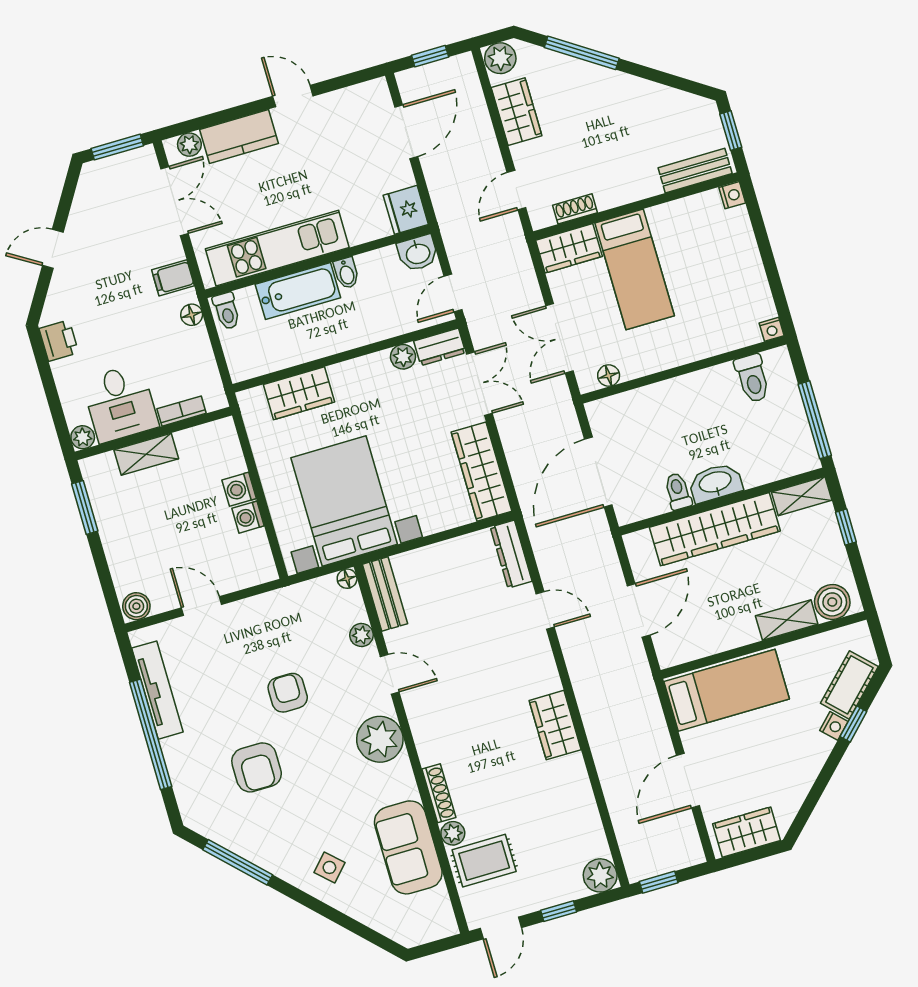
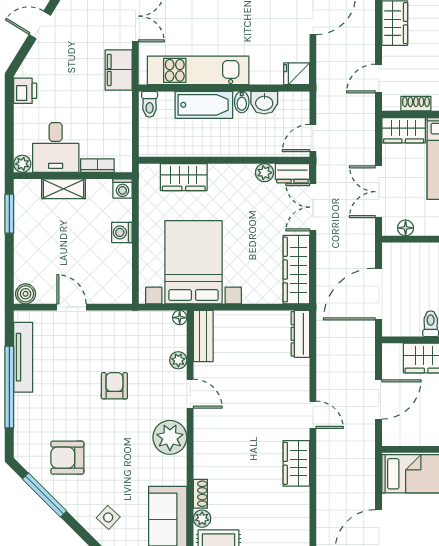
fridge: (406, 210) -> (297, 74), width x0.72
washbasin: (418, 253) -> (264, 103), moved
filing cabinet: (173, 278) -> (119, 70), width x2.00
floor lamp: (192, 315) -> (124, 100), removed
double door: (479, 384) -> (313, 207), swing flipped
washing machine: (248, 517) -> (122, 188), moved, turned -90
door: (545, 610) -> (313, 415), moved
armchair: (257, 767) -> (67, 458), moved, turned 90
shoe rack: (439, 793) -> (200, 494), width x0.70

